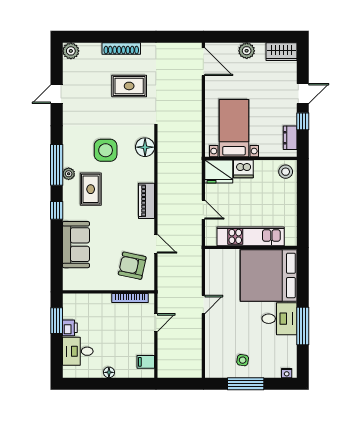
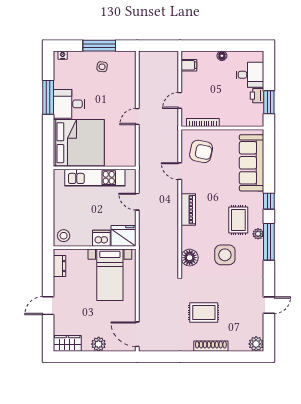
window: (303, 121) -> (48, 281), removed
sofa: (76, 245) -> (252, 163), width x1.36

